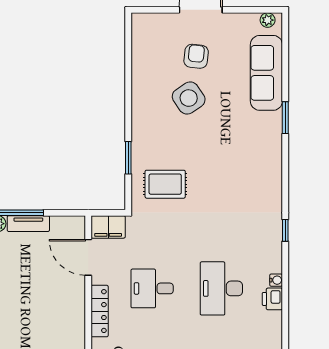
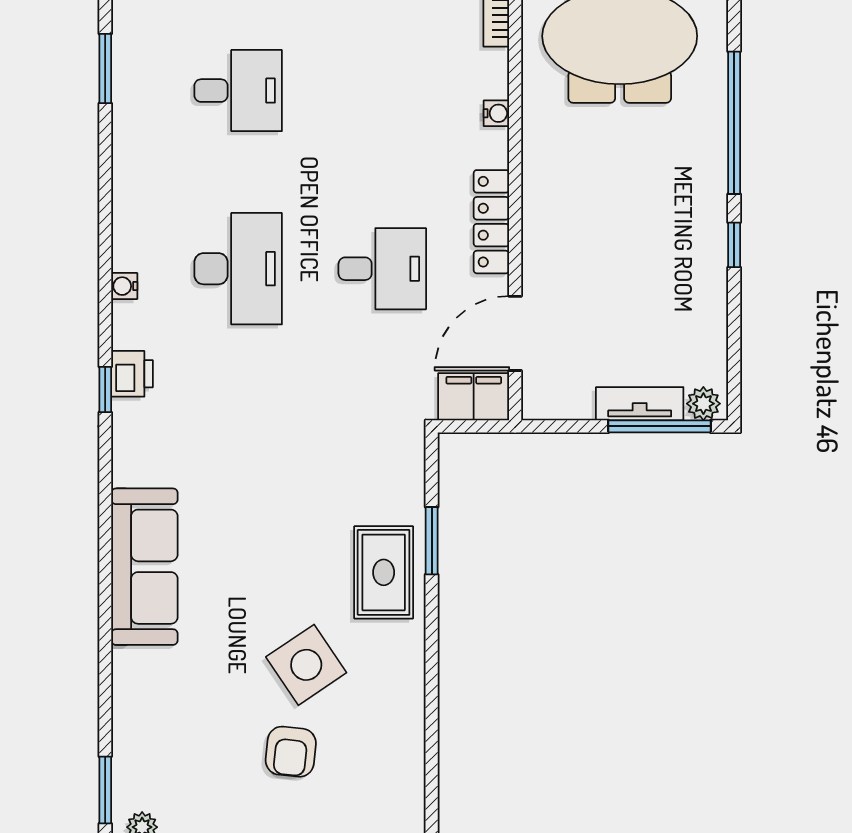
sofa: (266, 73) -> (144, 567), moved
window: (285, 118) -> (105, 790), moved
rug: (165, 184) -> (384, 572), moved, turned 90
door: (88, 257) -> (515, 333), swing flipped
printer: (272, 299) -> (132, 374), moved

